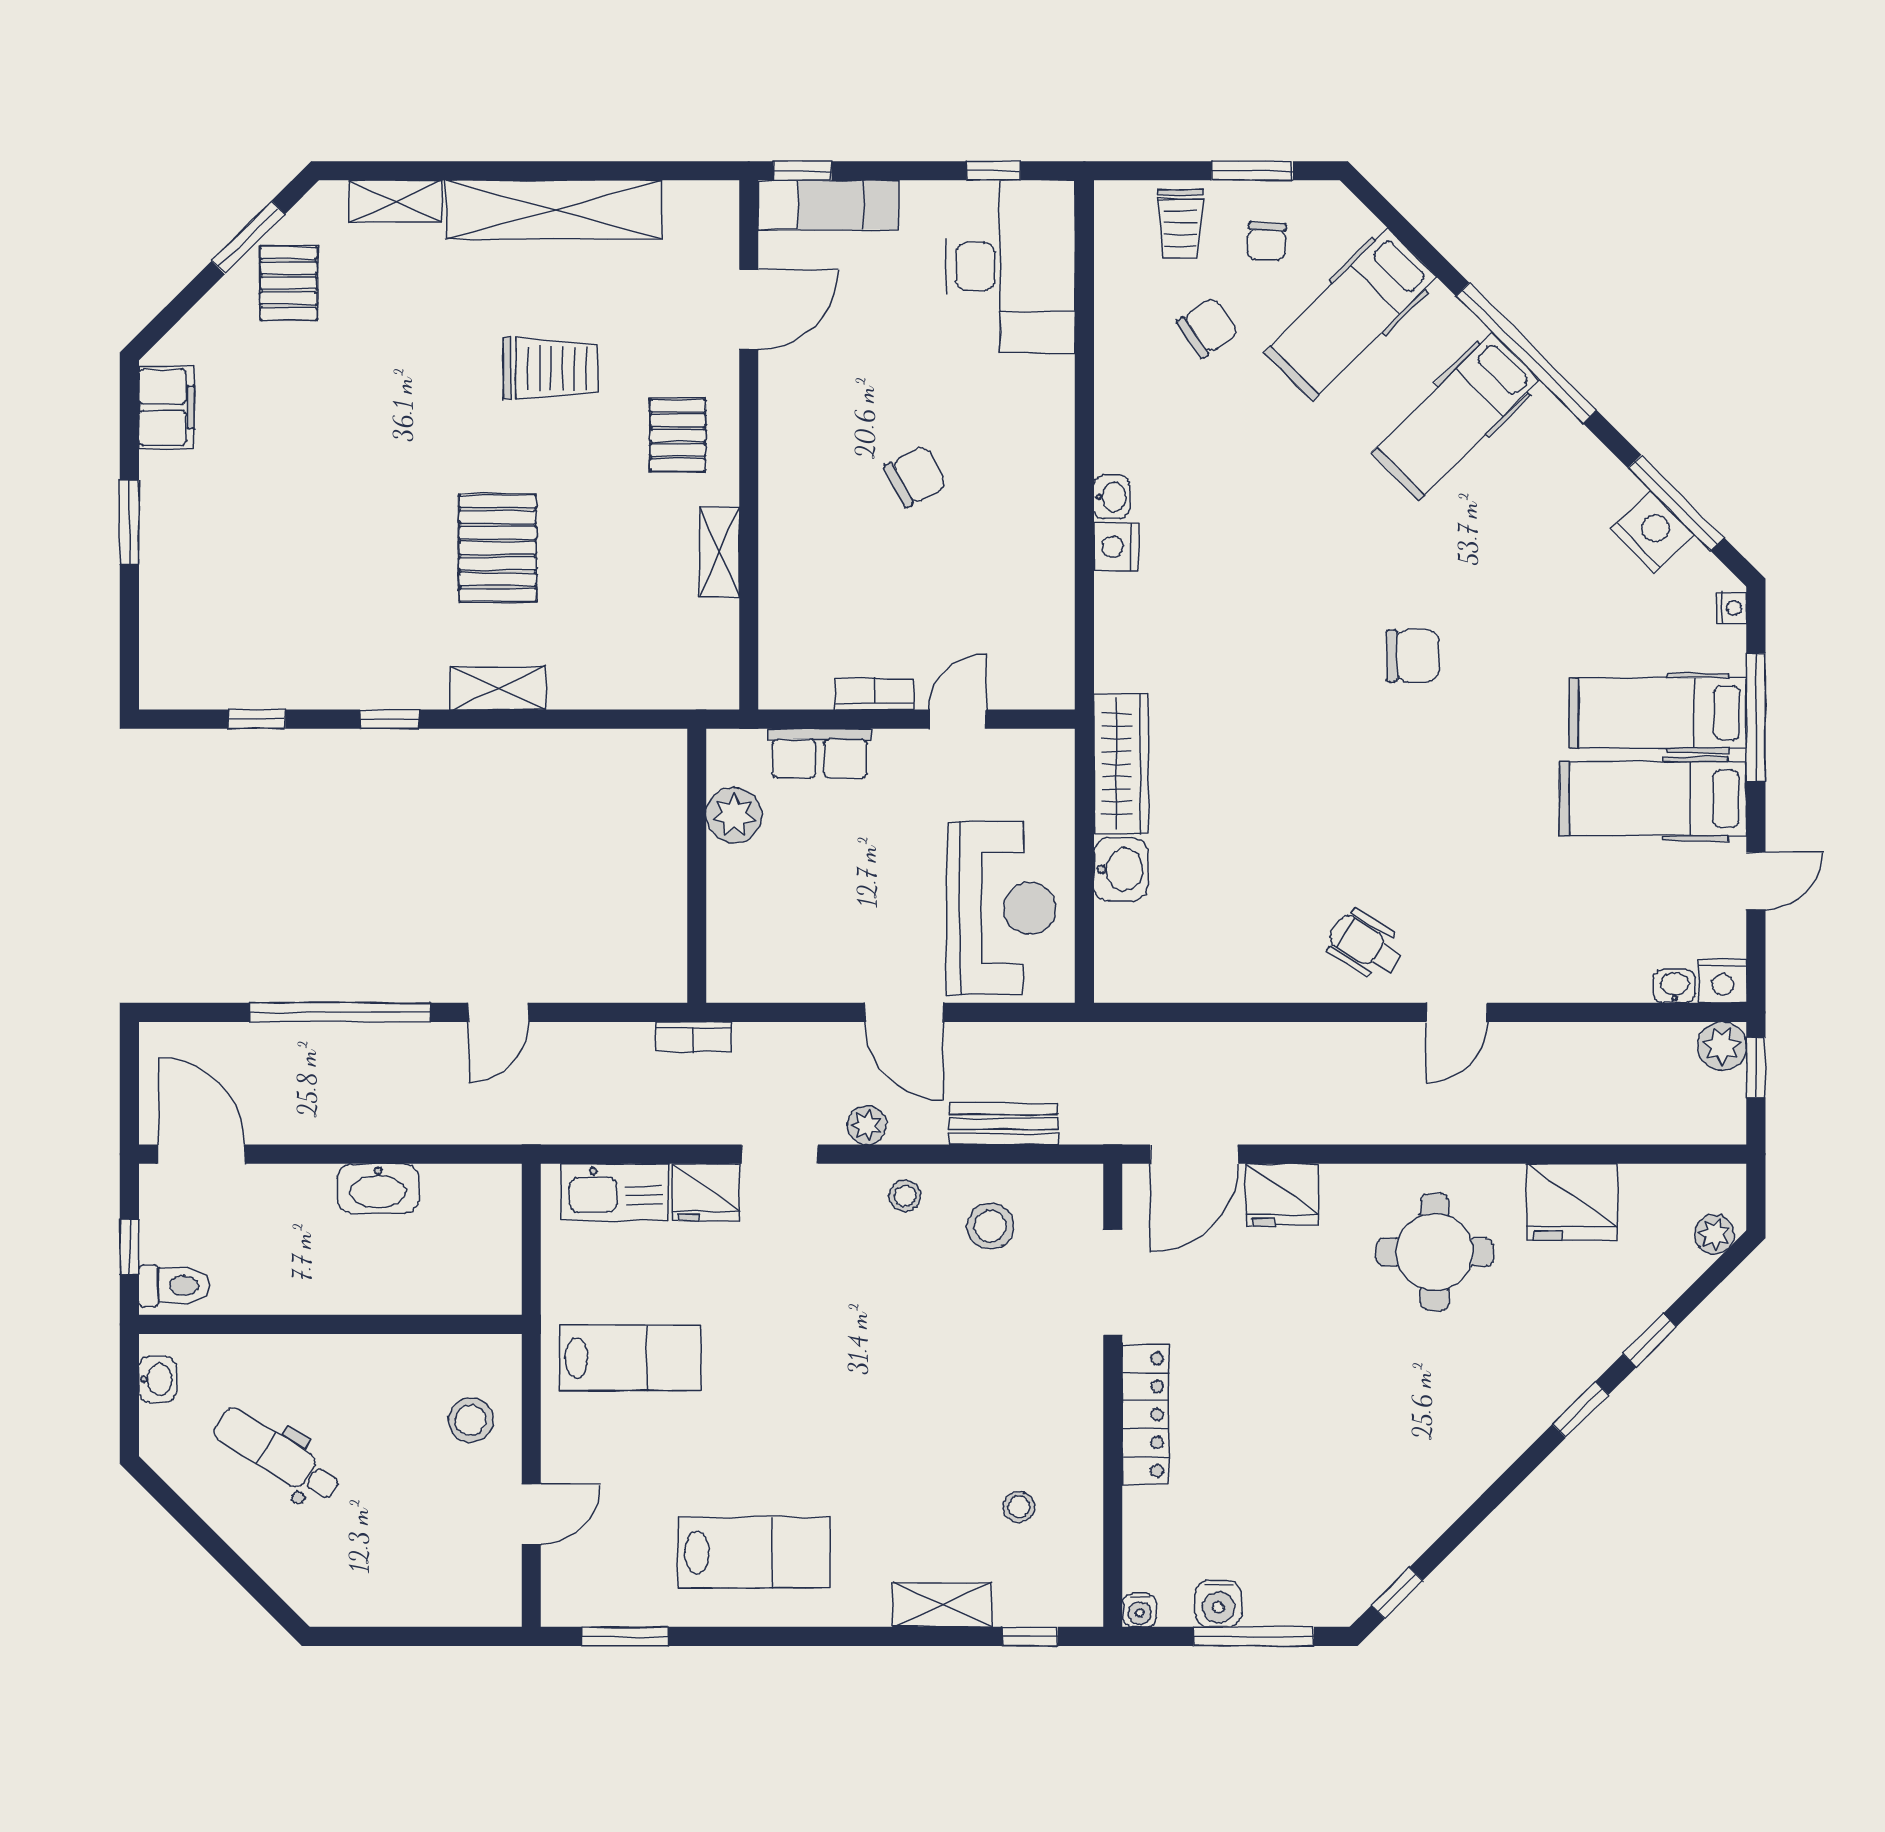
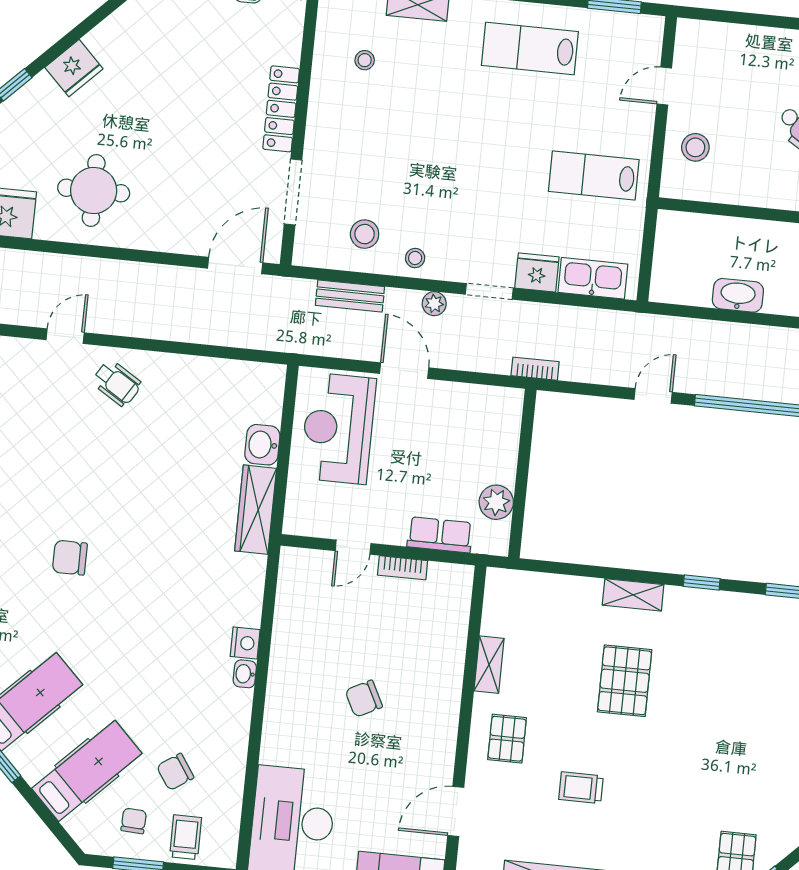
trolley: (551, 368) -> (581, 788), width x0.73, depth x0.72
fridge: (1282, 1195) -> (74, 68), moved, turned 135

